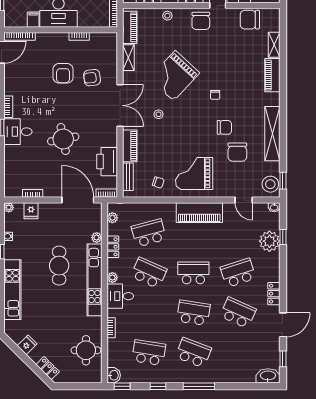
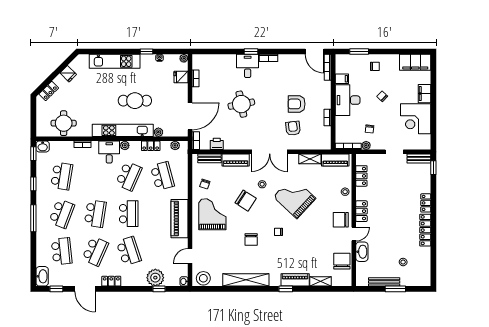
chair: (237, 152) -> (246, 201), moved, turned -147
printer: (107, 162) -> (217, 144), width x0.53, depth x0.68
window: (283, 181) -> (286, 289), moved
school desk: (238, 353) -> (62, 251), added

